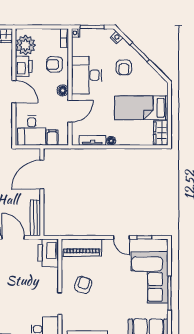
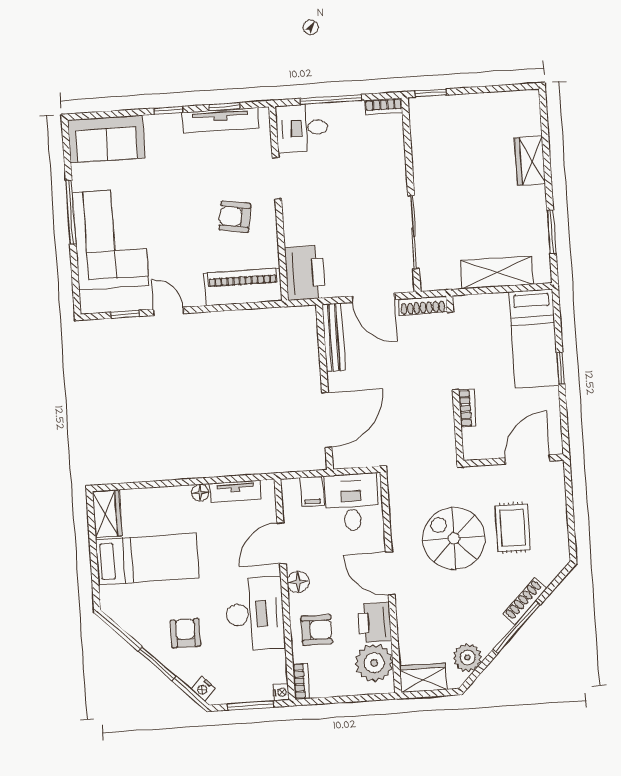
armchair: (83, 285) -> (235, 217), turned 80

